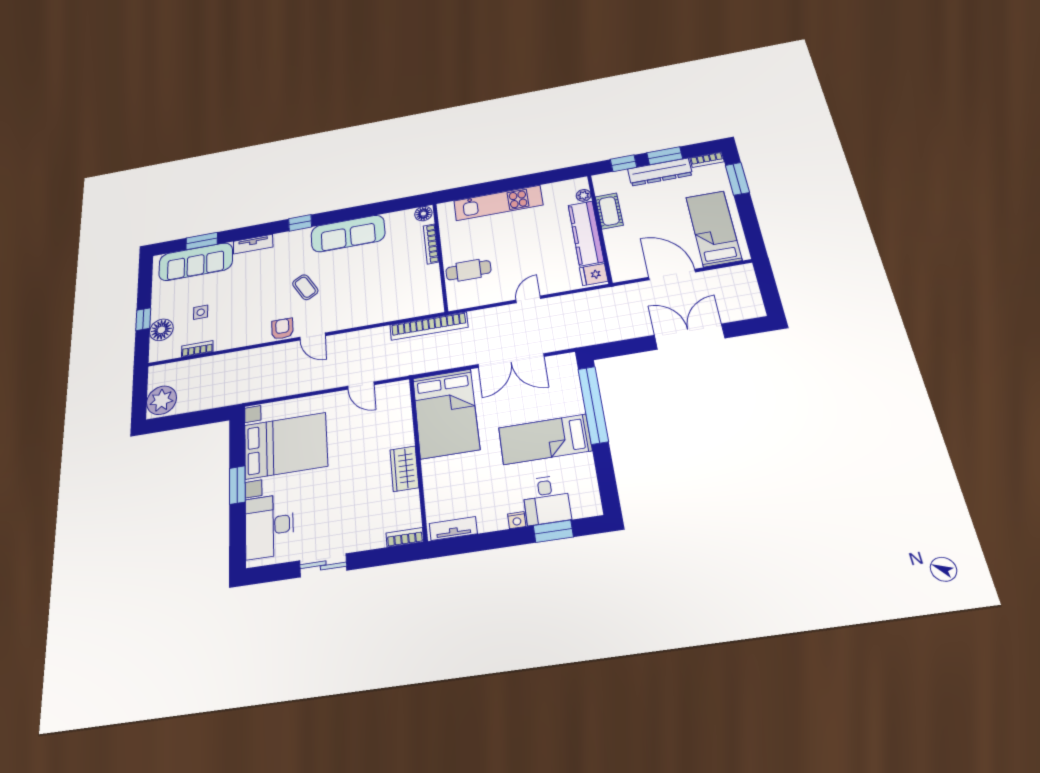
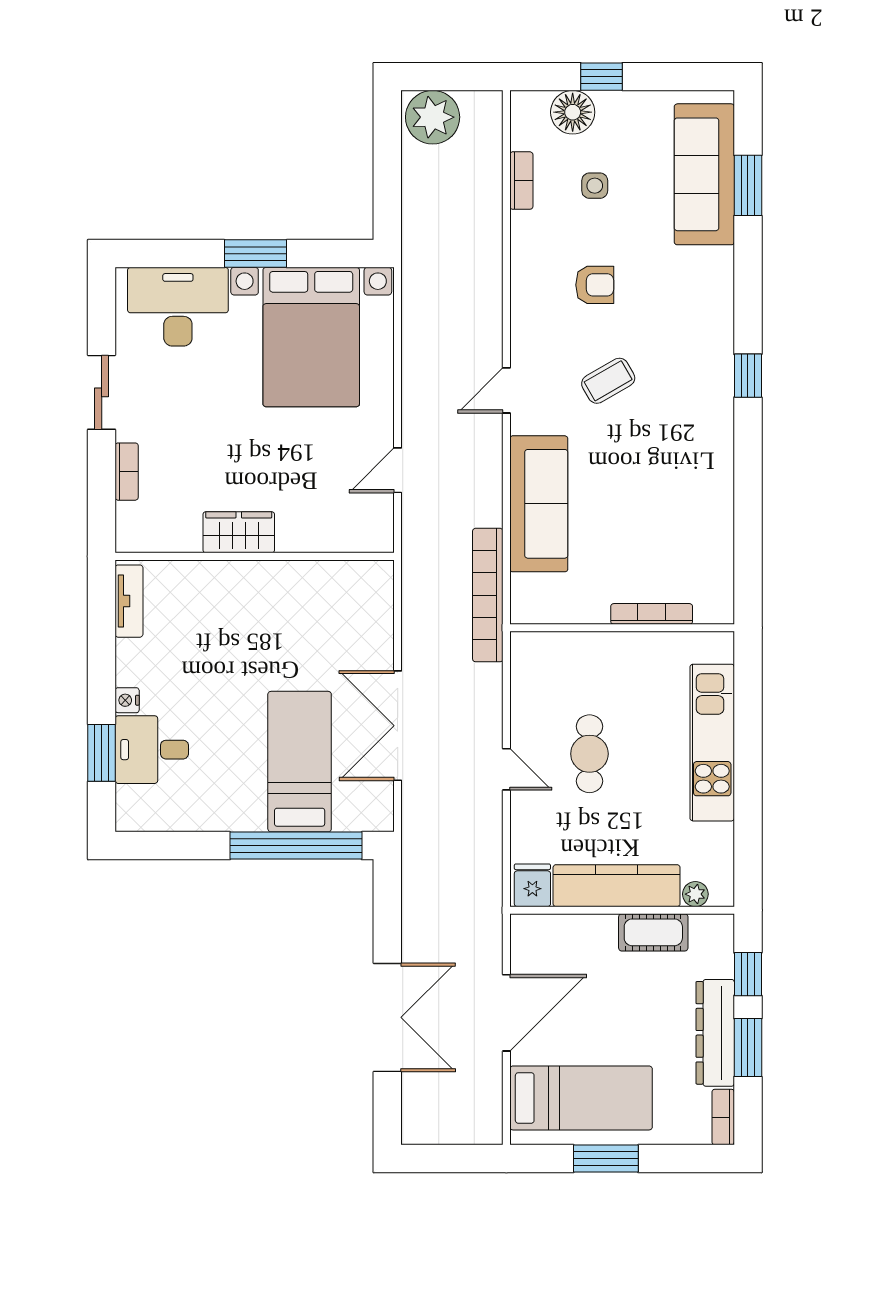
window: (737, 179) -> (606, 1159), moved
floor lamp: (423, 214) -> (719, 606), removed
sofa: (348, 234) -> (539, 504), moved, turned 180
tv unit: (253, 244) -> (720, 285), removed
cafe table: (469, 270) -> (589, 754), moved
armchair: (282, 329) -> (595, 285), moved
bed: (446, 413) -> (322, 608), removed
bed: (545, 439) -> (300, 762), moved
bookcase: (405, 537) -> (127, 472), moved

